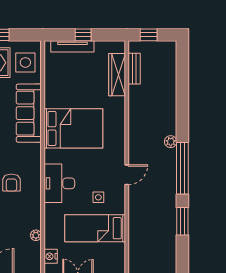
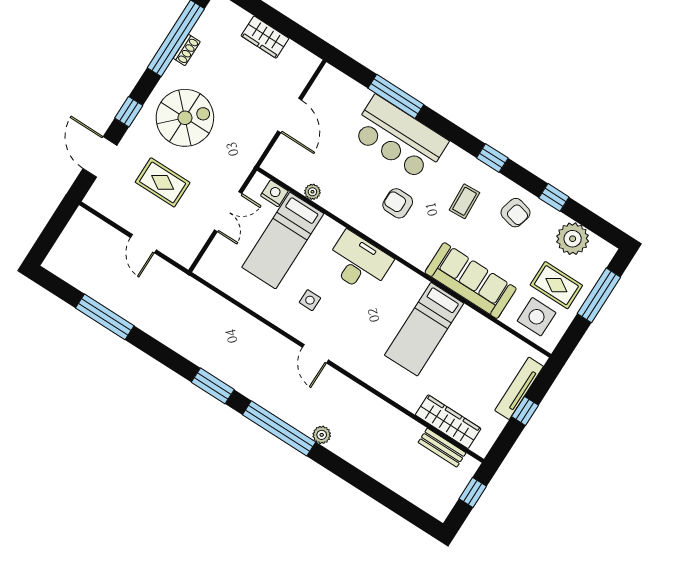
bed: (73, 128) -> (424, 329), width x0.67
bed: (95, 228) -> (283, 240), moved, turned 180

